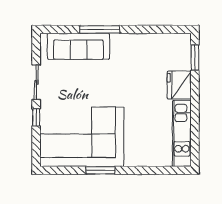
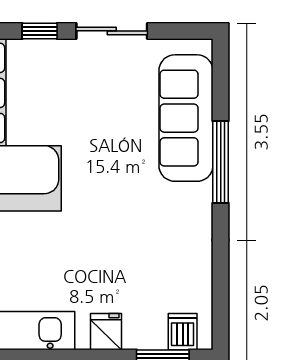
dishwasher: (182, 48) -> (183, 332), added
fridge: (179, 85) -> (106, 332), width x0.53, depth x0.75

